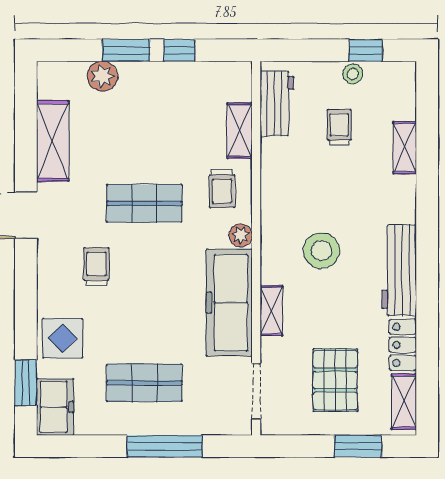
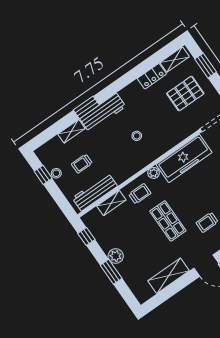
window: (179, 50) -> (86, 237), moved
plant: (102, 76) -> (116, 256), moved
workbench: (277, 104) -> (95, 192), width x1.37
window: (427, 200) -> (86, 107), added
stool: (321, 251) -> (137, 136), width x0.53, depth x0.53
workbench: (399, 270) -> (103, 113), moved
shelving: (271, 311) -> (175, 139), removed

